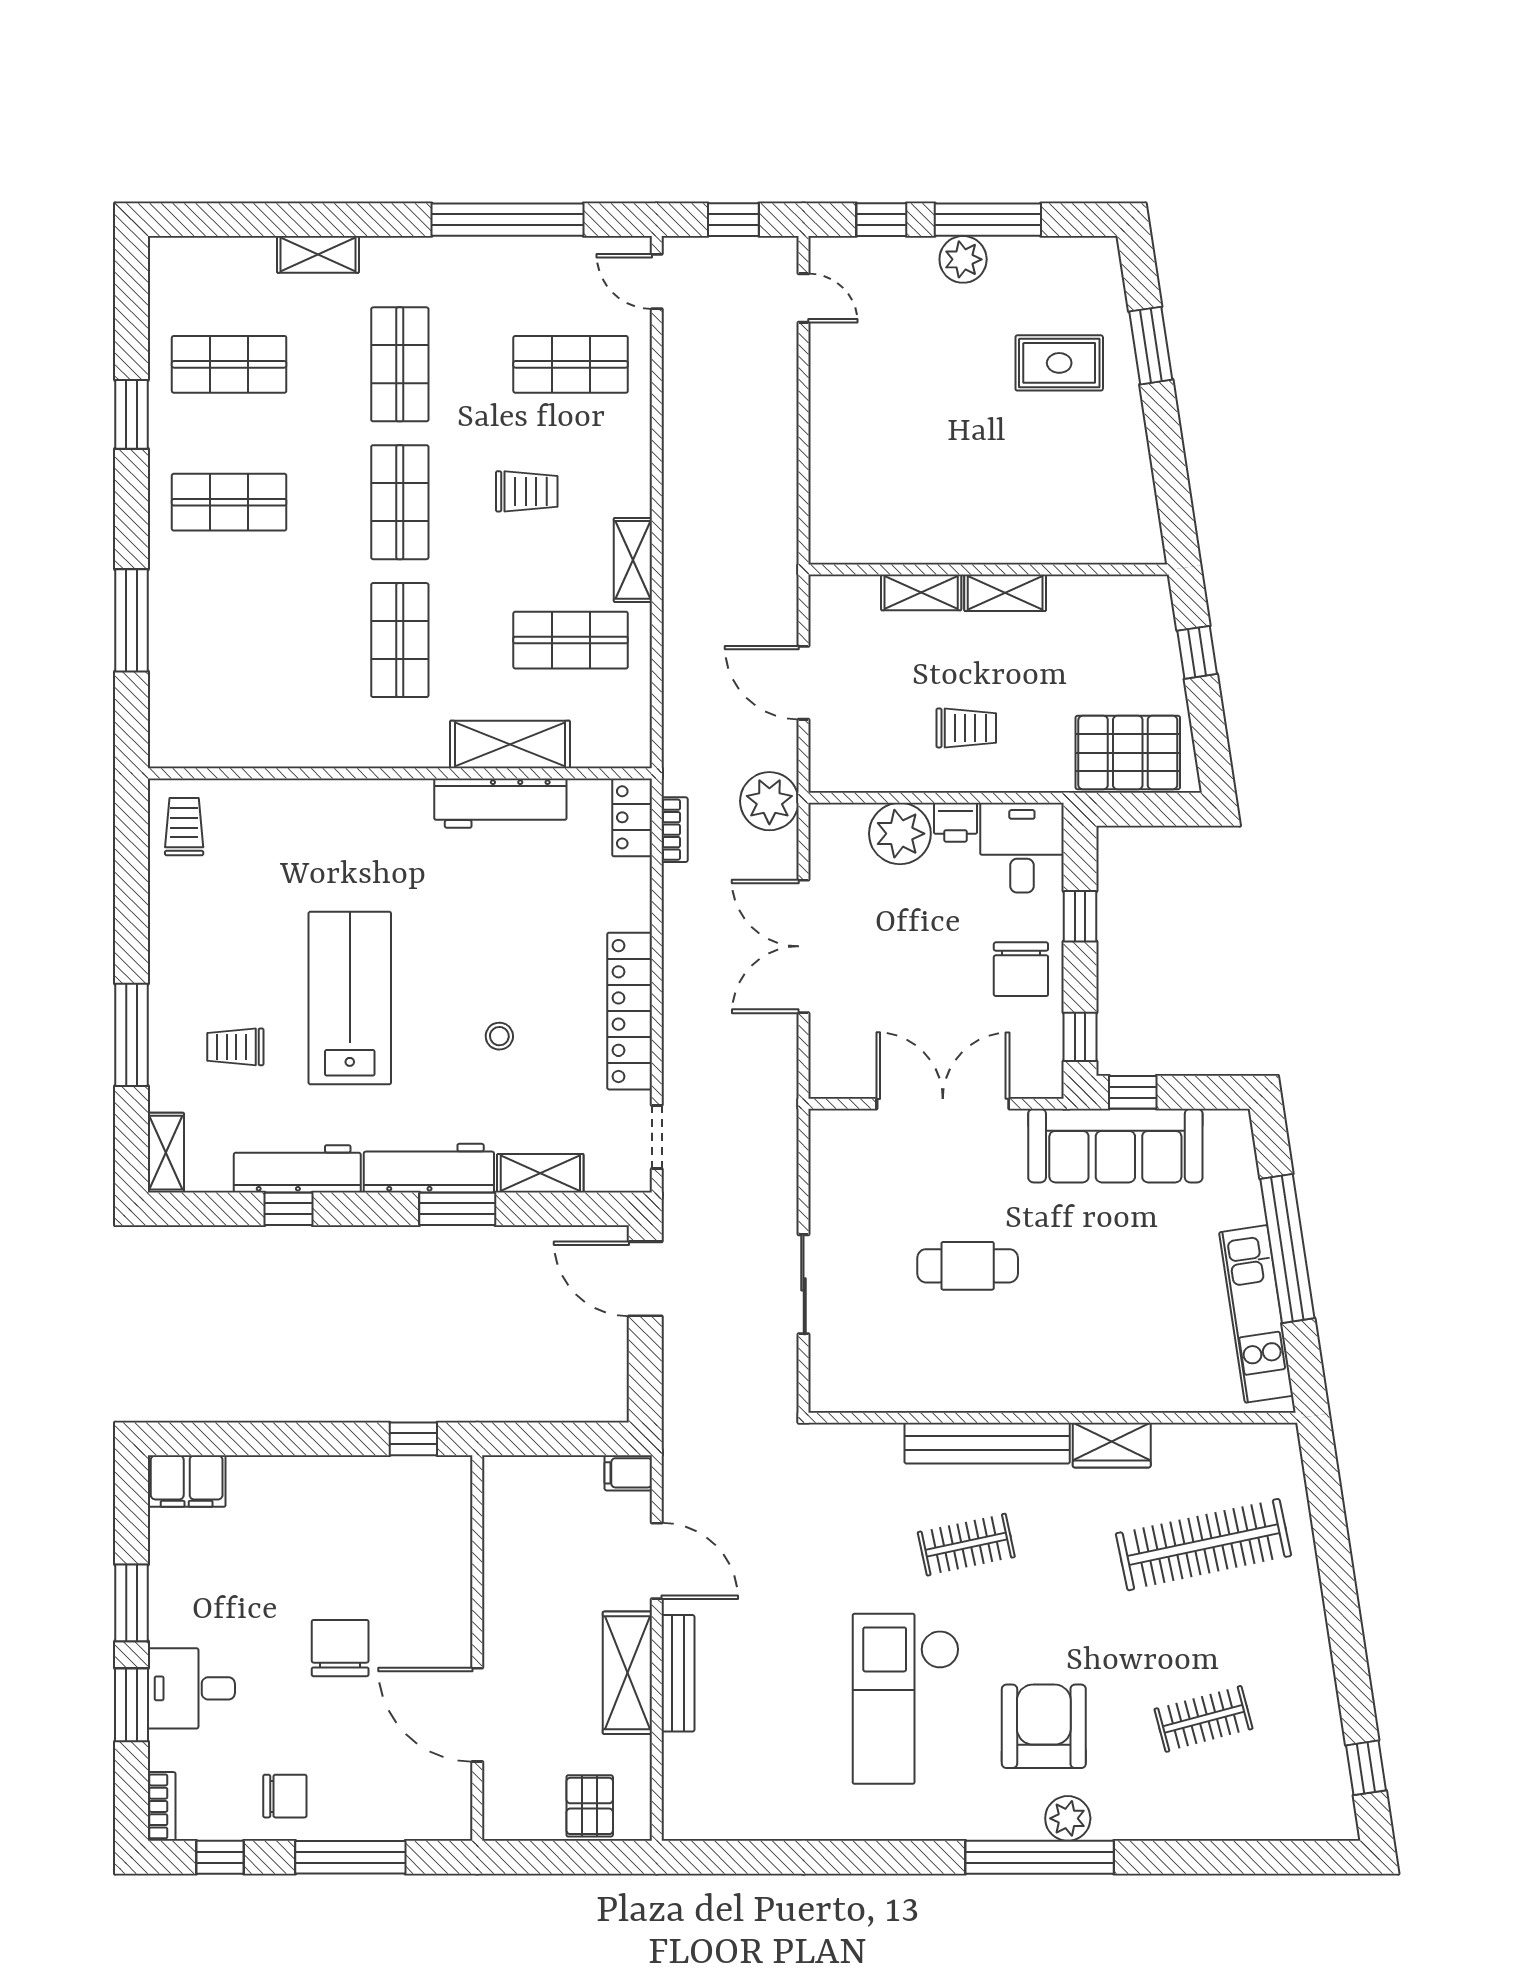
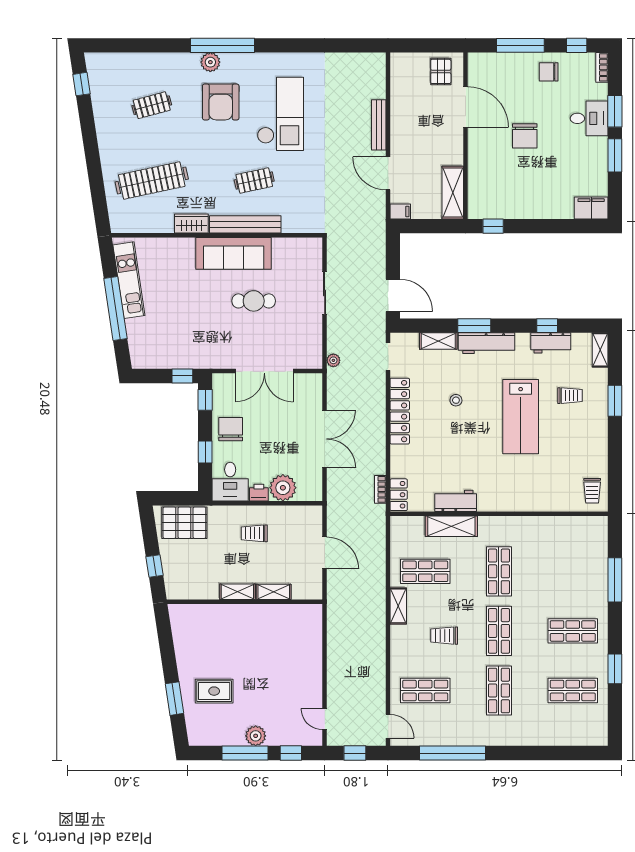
shelving: (318, 254) -> (534, 738), removed
plant: (769, 801) -> (333, 360), moved, width x0.53, depth x0.53
workbench: (500, 803) -> (456, 501), width x0.73
window: (131, 1035) -> (615, 401), width x0.69
sofa: (1115, 1146) -> (234, 253), moved, turned 180
workbench: (297, 1169) -> (551, 343), width x0.73
shelving: (627, 1673) -> (453, 193), moved
pallet: (590, 1806) -> (441, 71), moved

